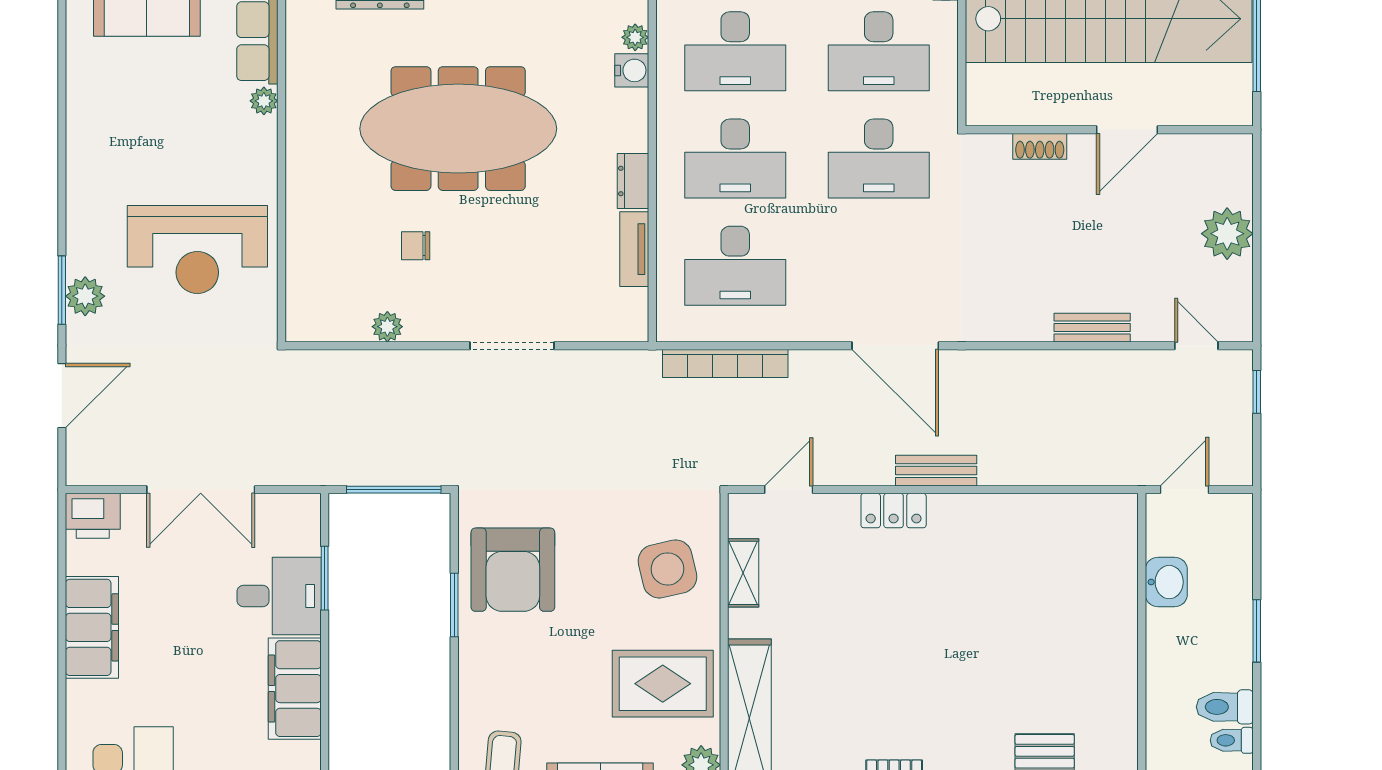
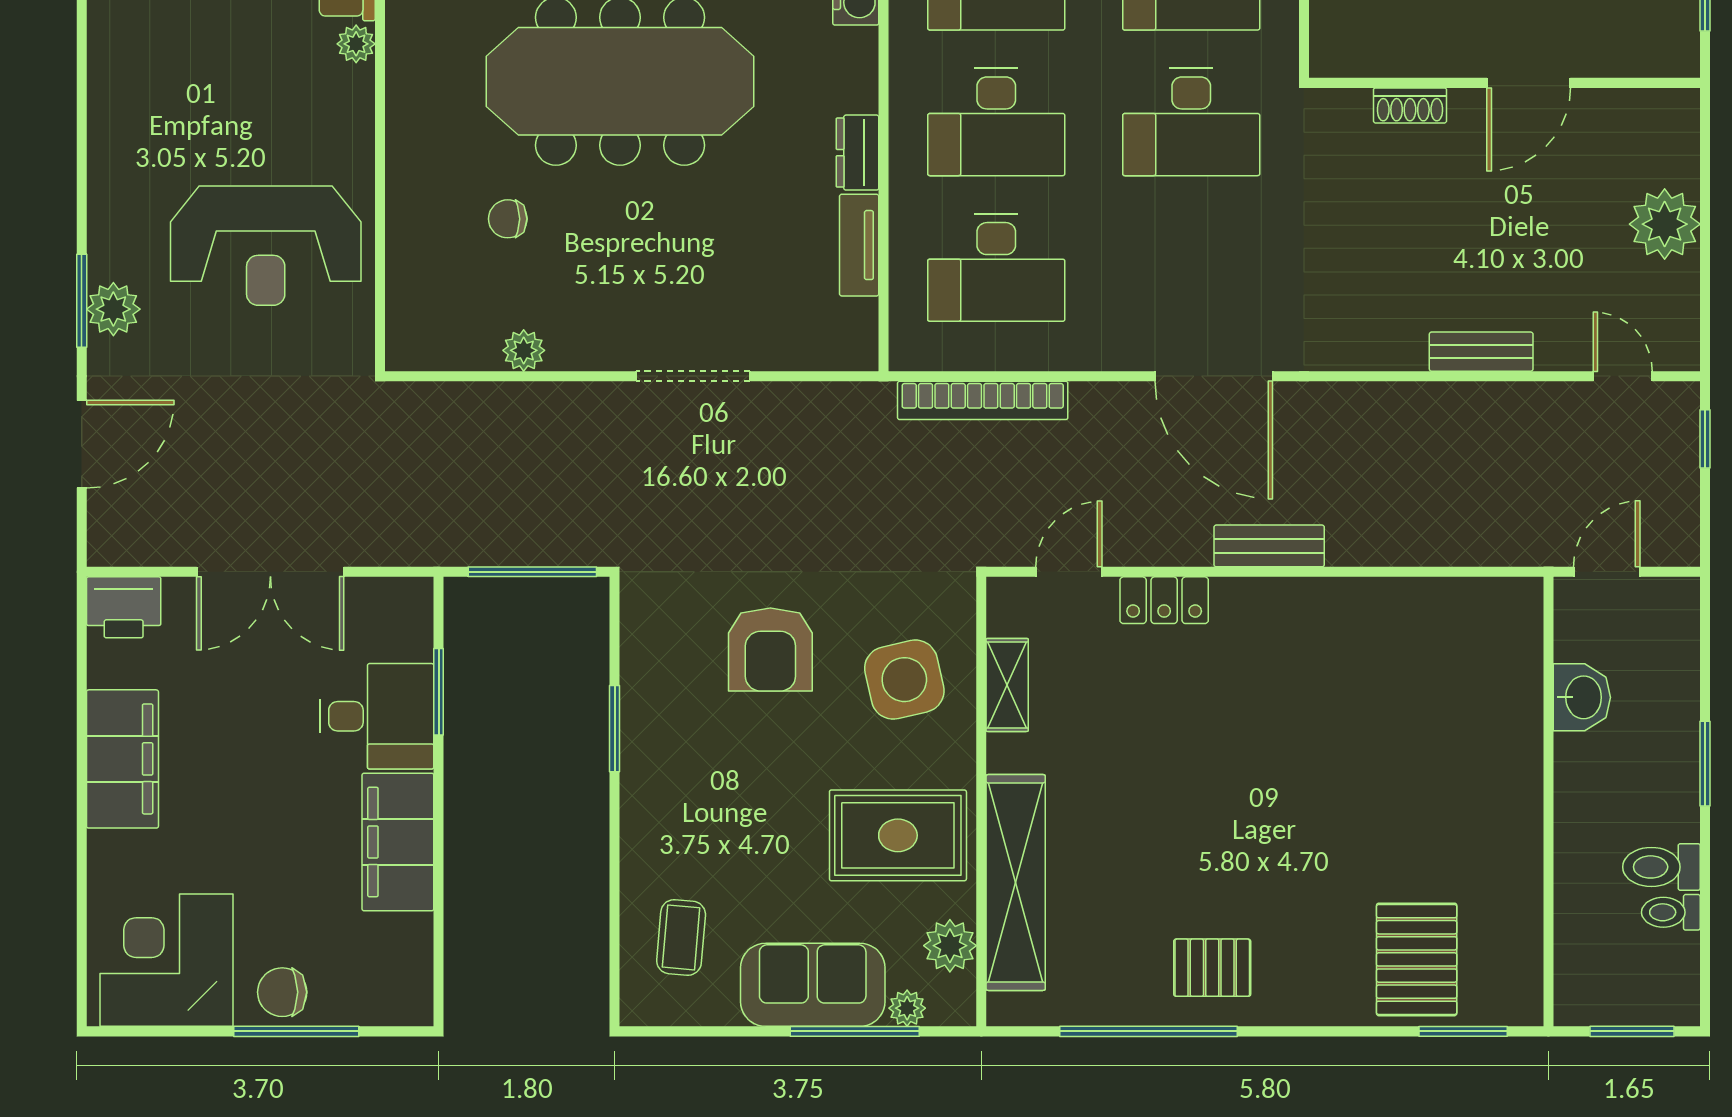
chair: (416, 246) -> (508, 219), moved
locker: (894, 511) -> (1164, 600), moved
armchair: (513, 570) -> (770, 649), moved, width x0.73, depth x0.73

